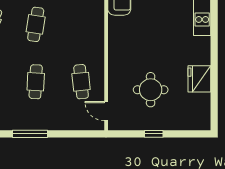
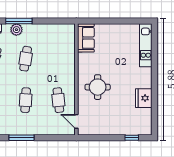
round table: (151, 90) -> (98, 87), moved
window: (154, 134) -> (132, 138), moved

